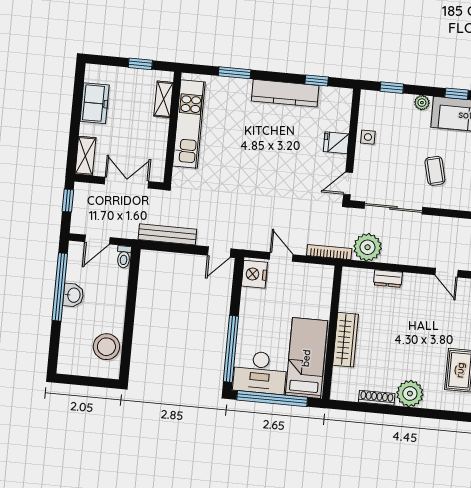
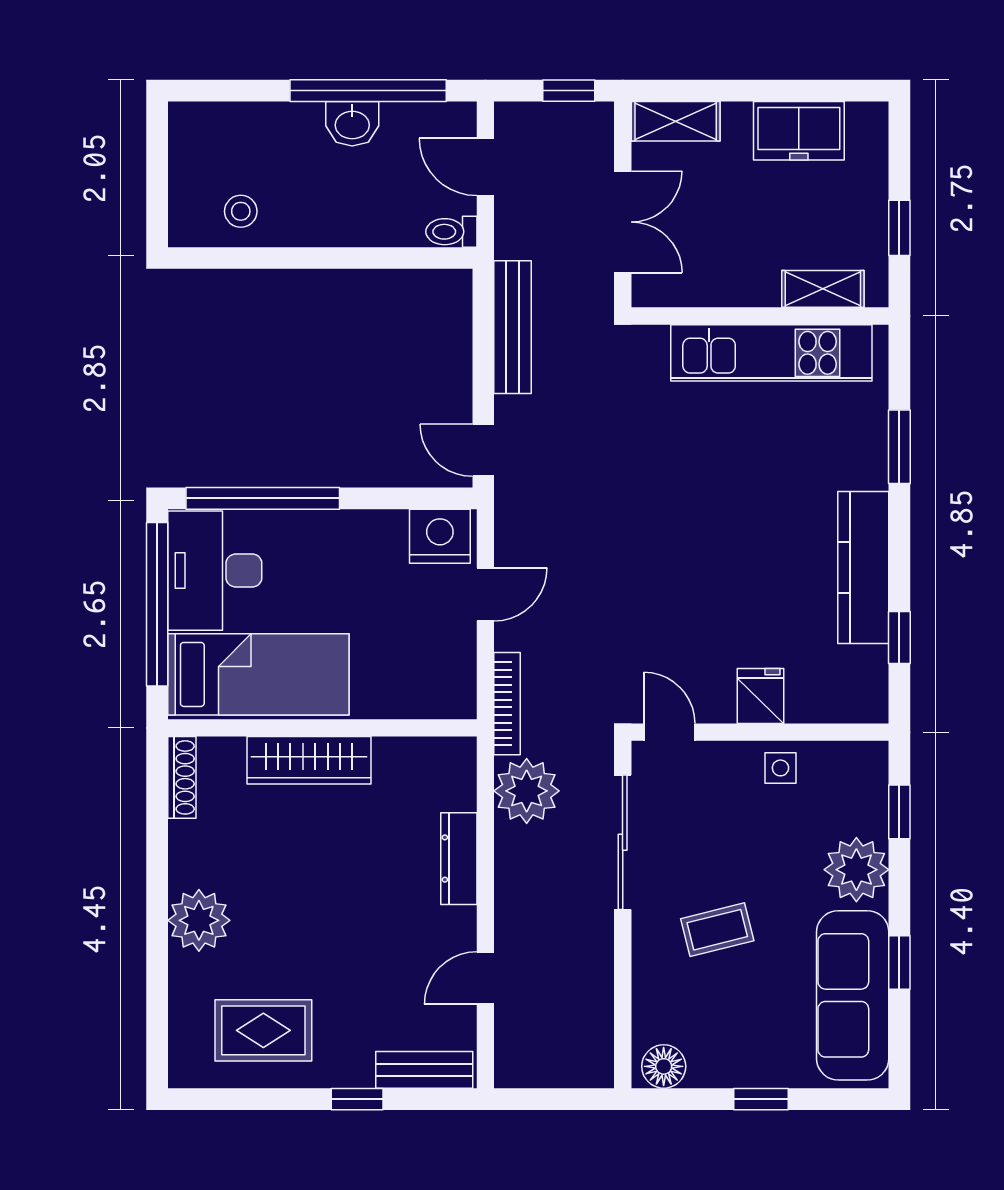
plant: (422, 103) -> (856, 870), width x1.87, depth x1.87
dresser: (388, 279) -> (459, 859), width x1.44
stool: (106, 347) -> (241, 211), width x0.53, depth x0.53
shoe rack: (377, 398) -> (182, 777), moved

